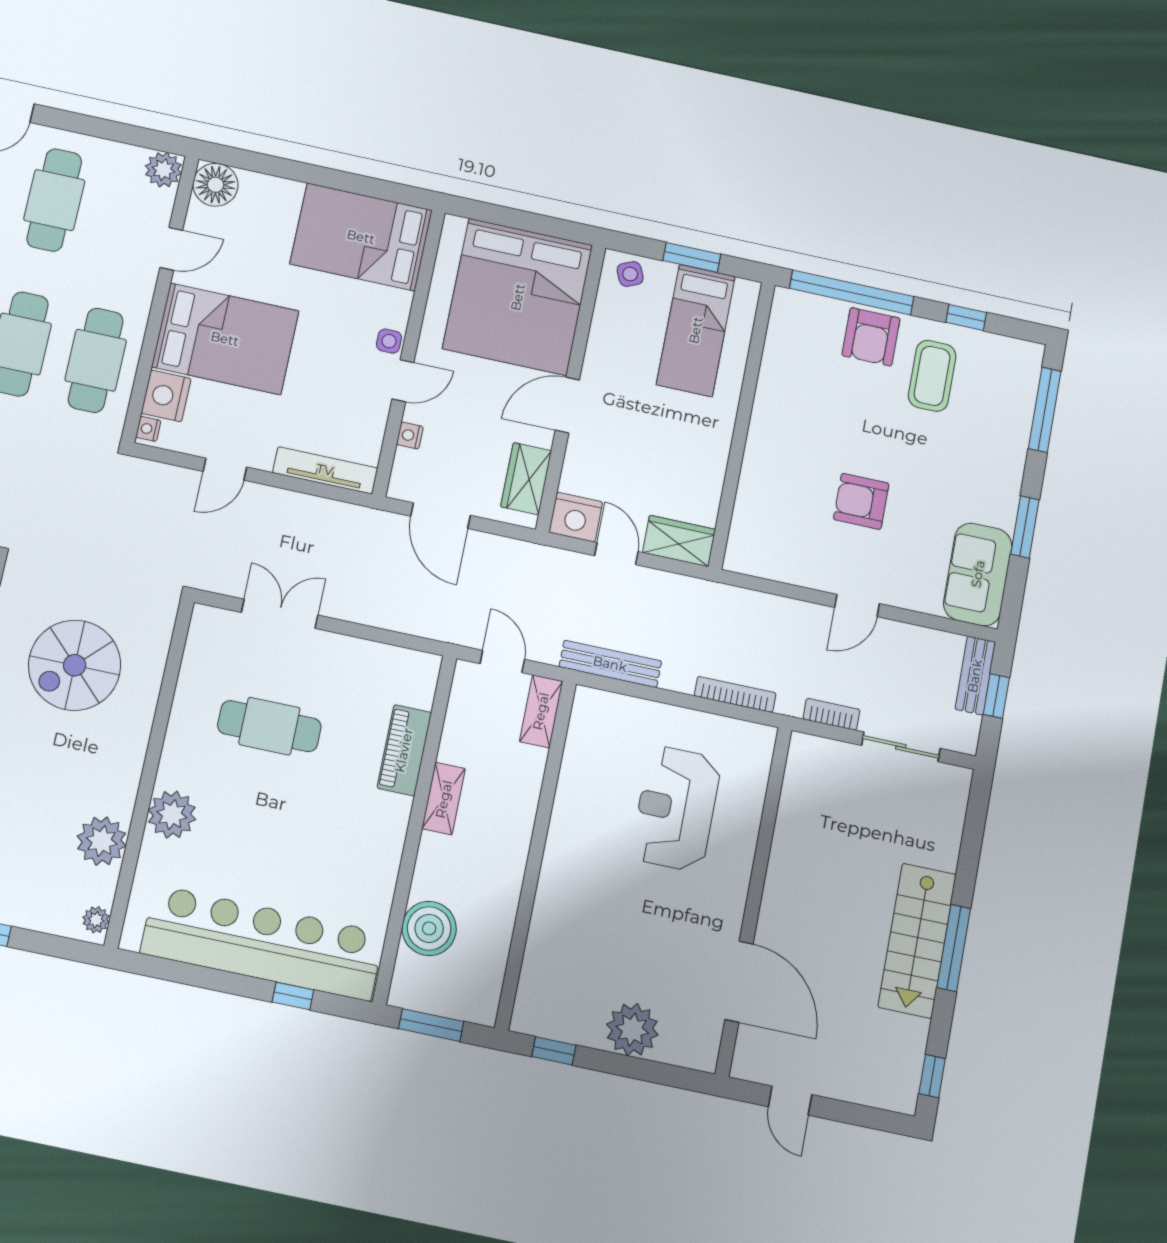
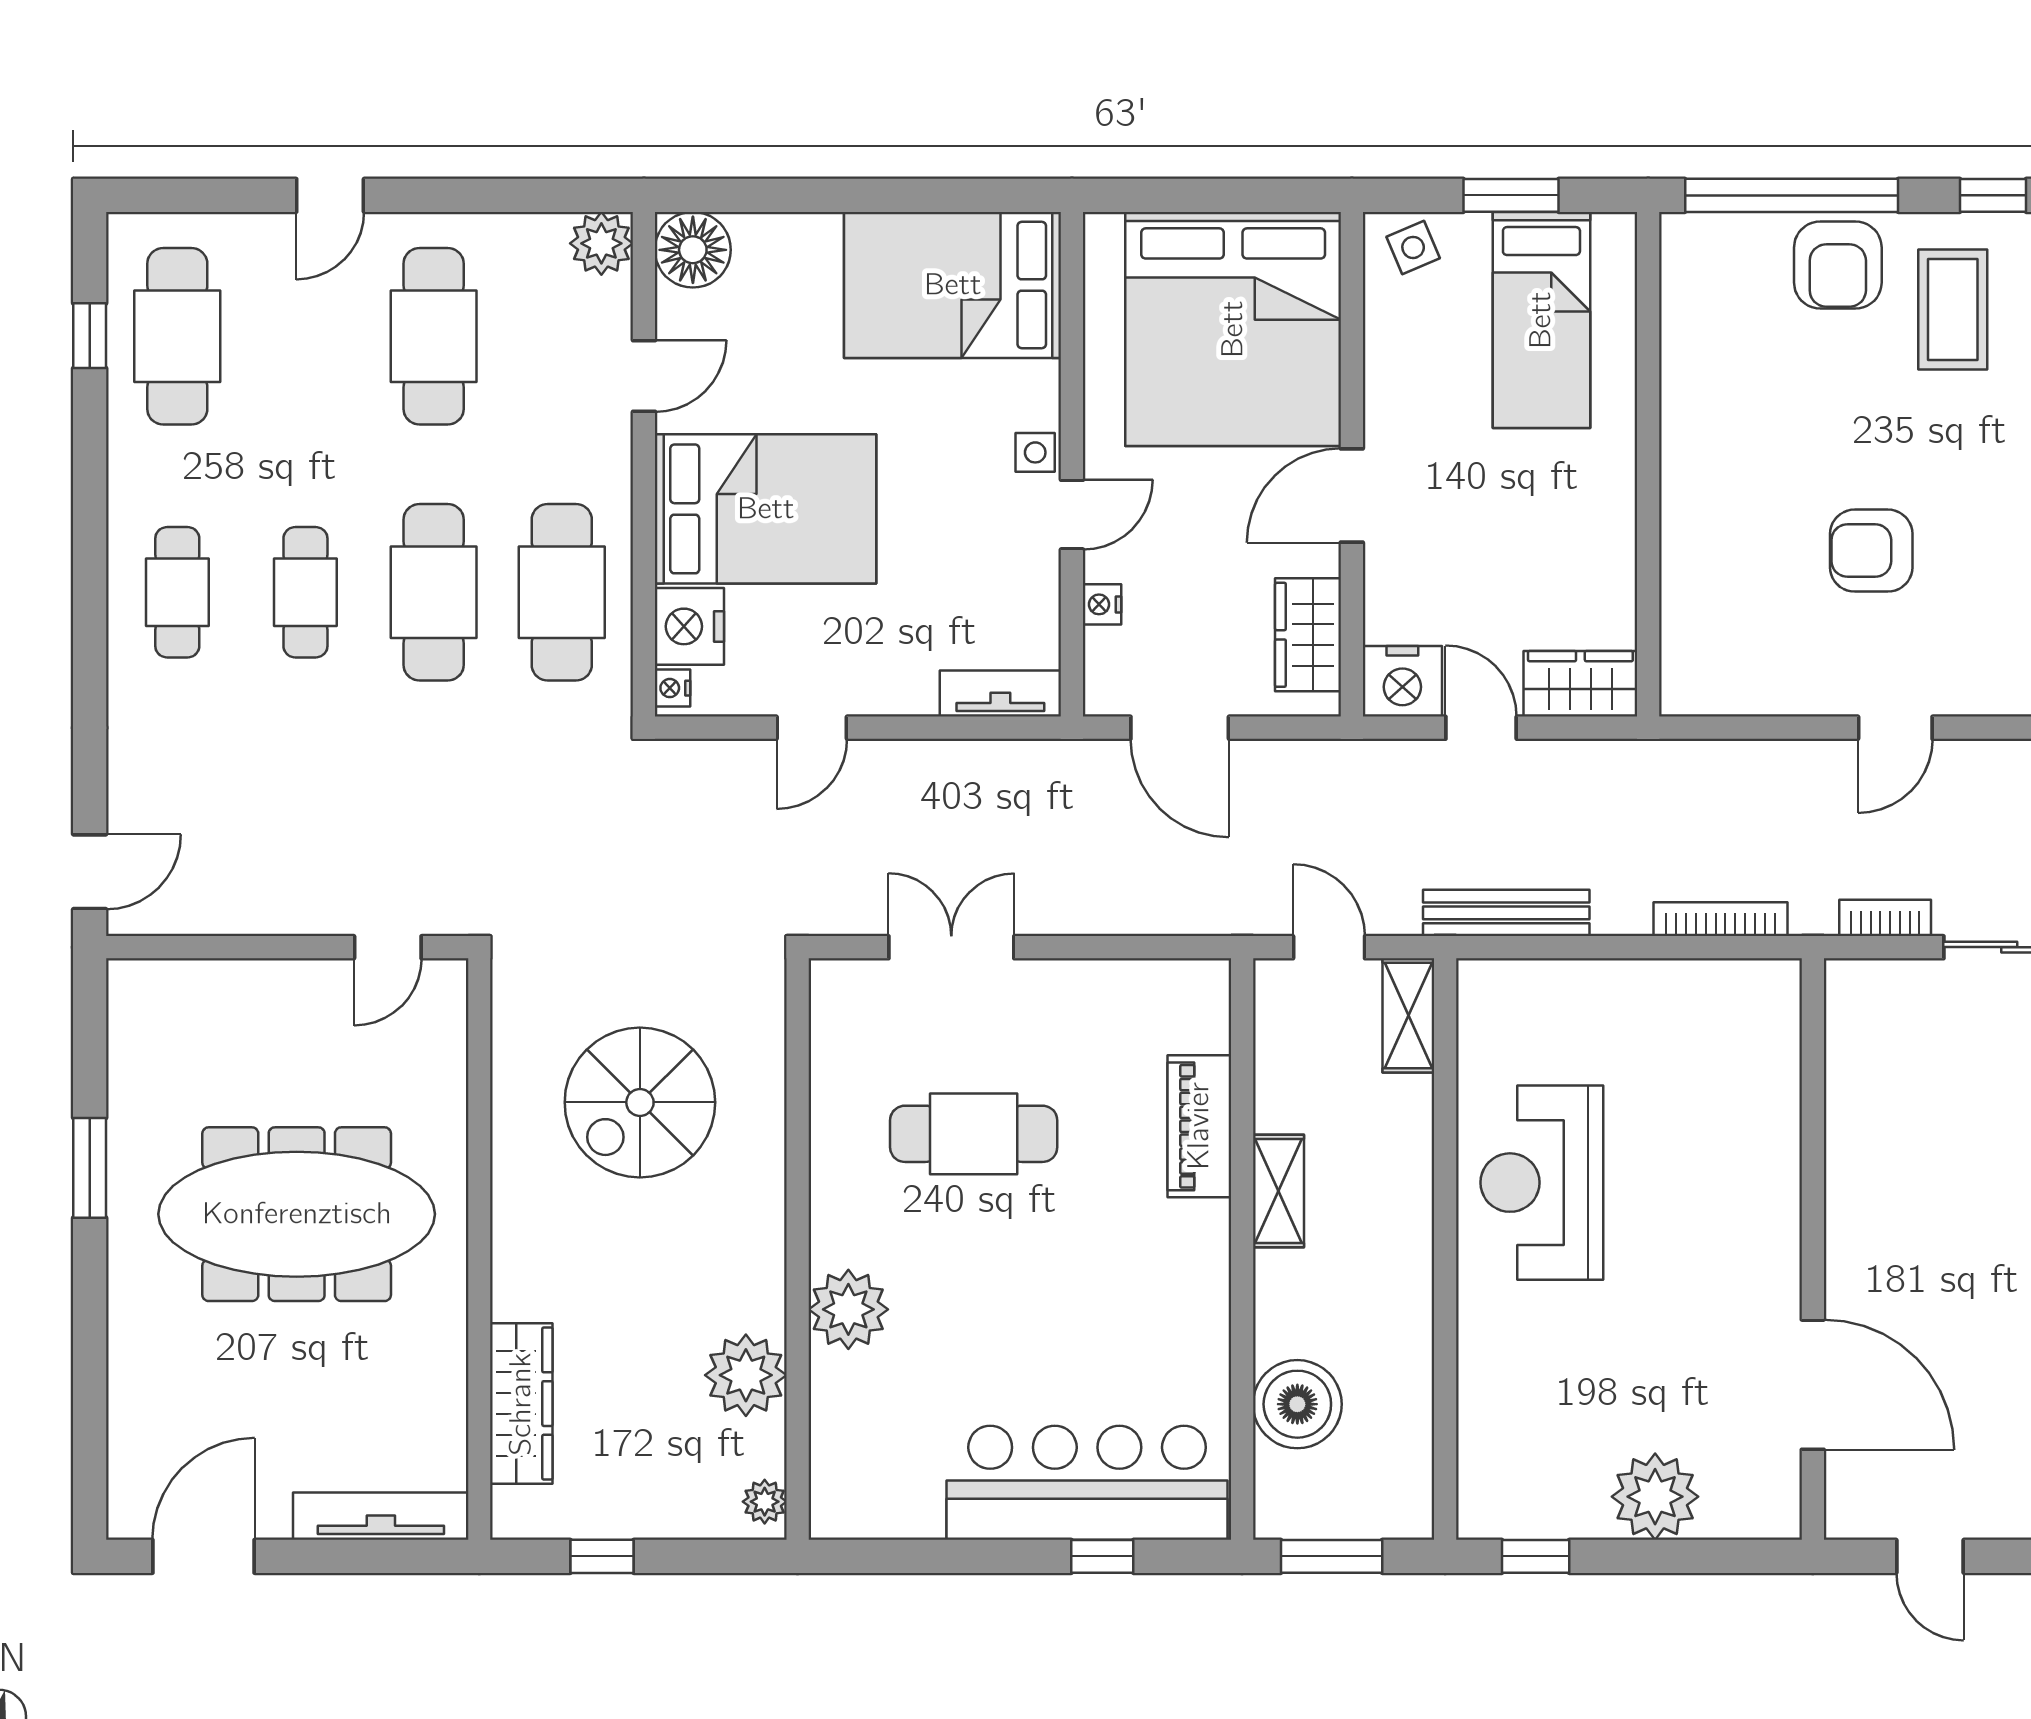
tv unit: (325, 470) -> (1000, 694), width x0.71
reception desk: (676, 808) -> (1542, 1183), moved
bar counter: (262, 943) -> (1087, 1483), width x0.73

